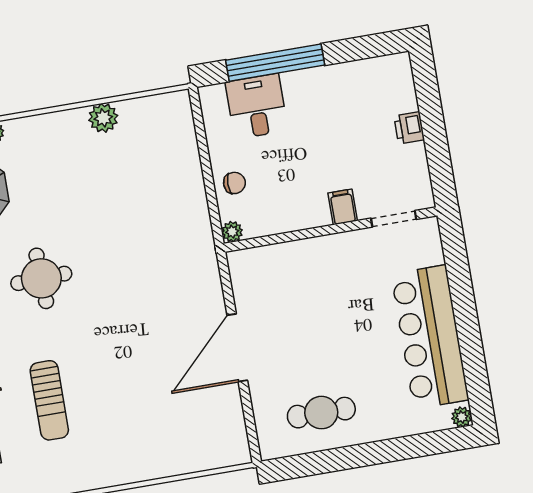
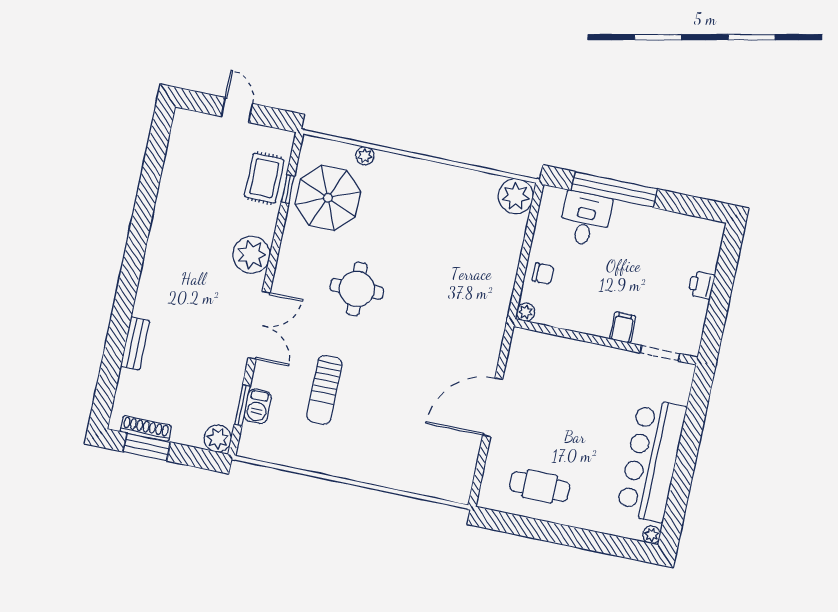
plant: (103, 118) -> (516, 196), moved, width x1.36, depth x1.36

